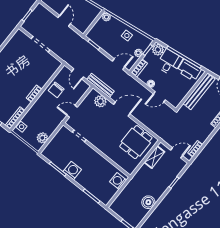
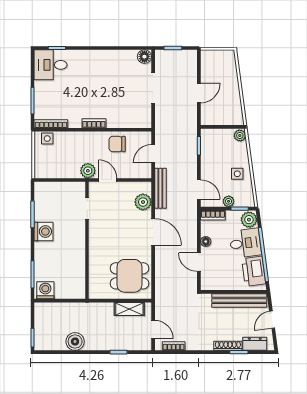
floor lamp: (19, 35) -> (144, 57), added
plant: (42, 138) -> (88, 171), moved
washing machine: (118, 181) -> (45, 290), moved

